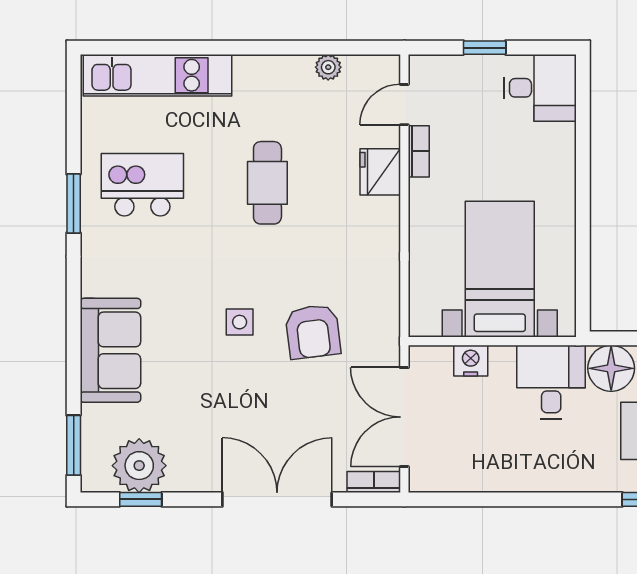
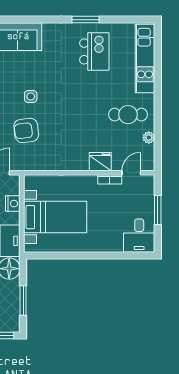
window: (485, 48) -> (158, 210), width x1.50
door: (404, 105) -> (131, 173), hinge flipped
cafe table: (267, 183) -> (128, 115), moved

